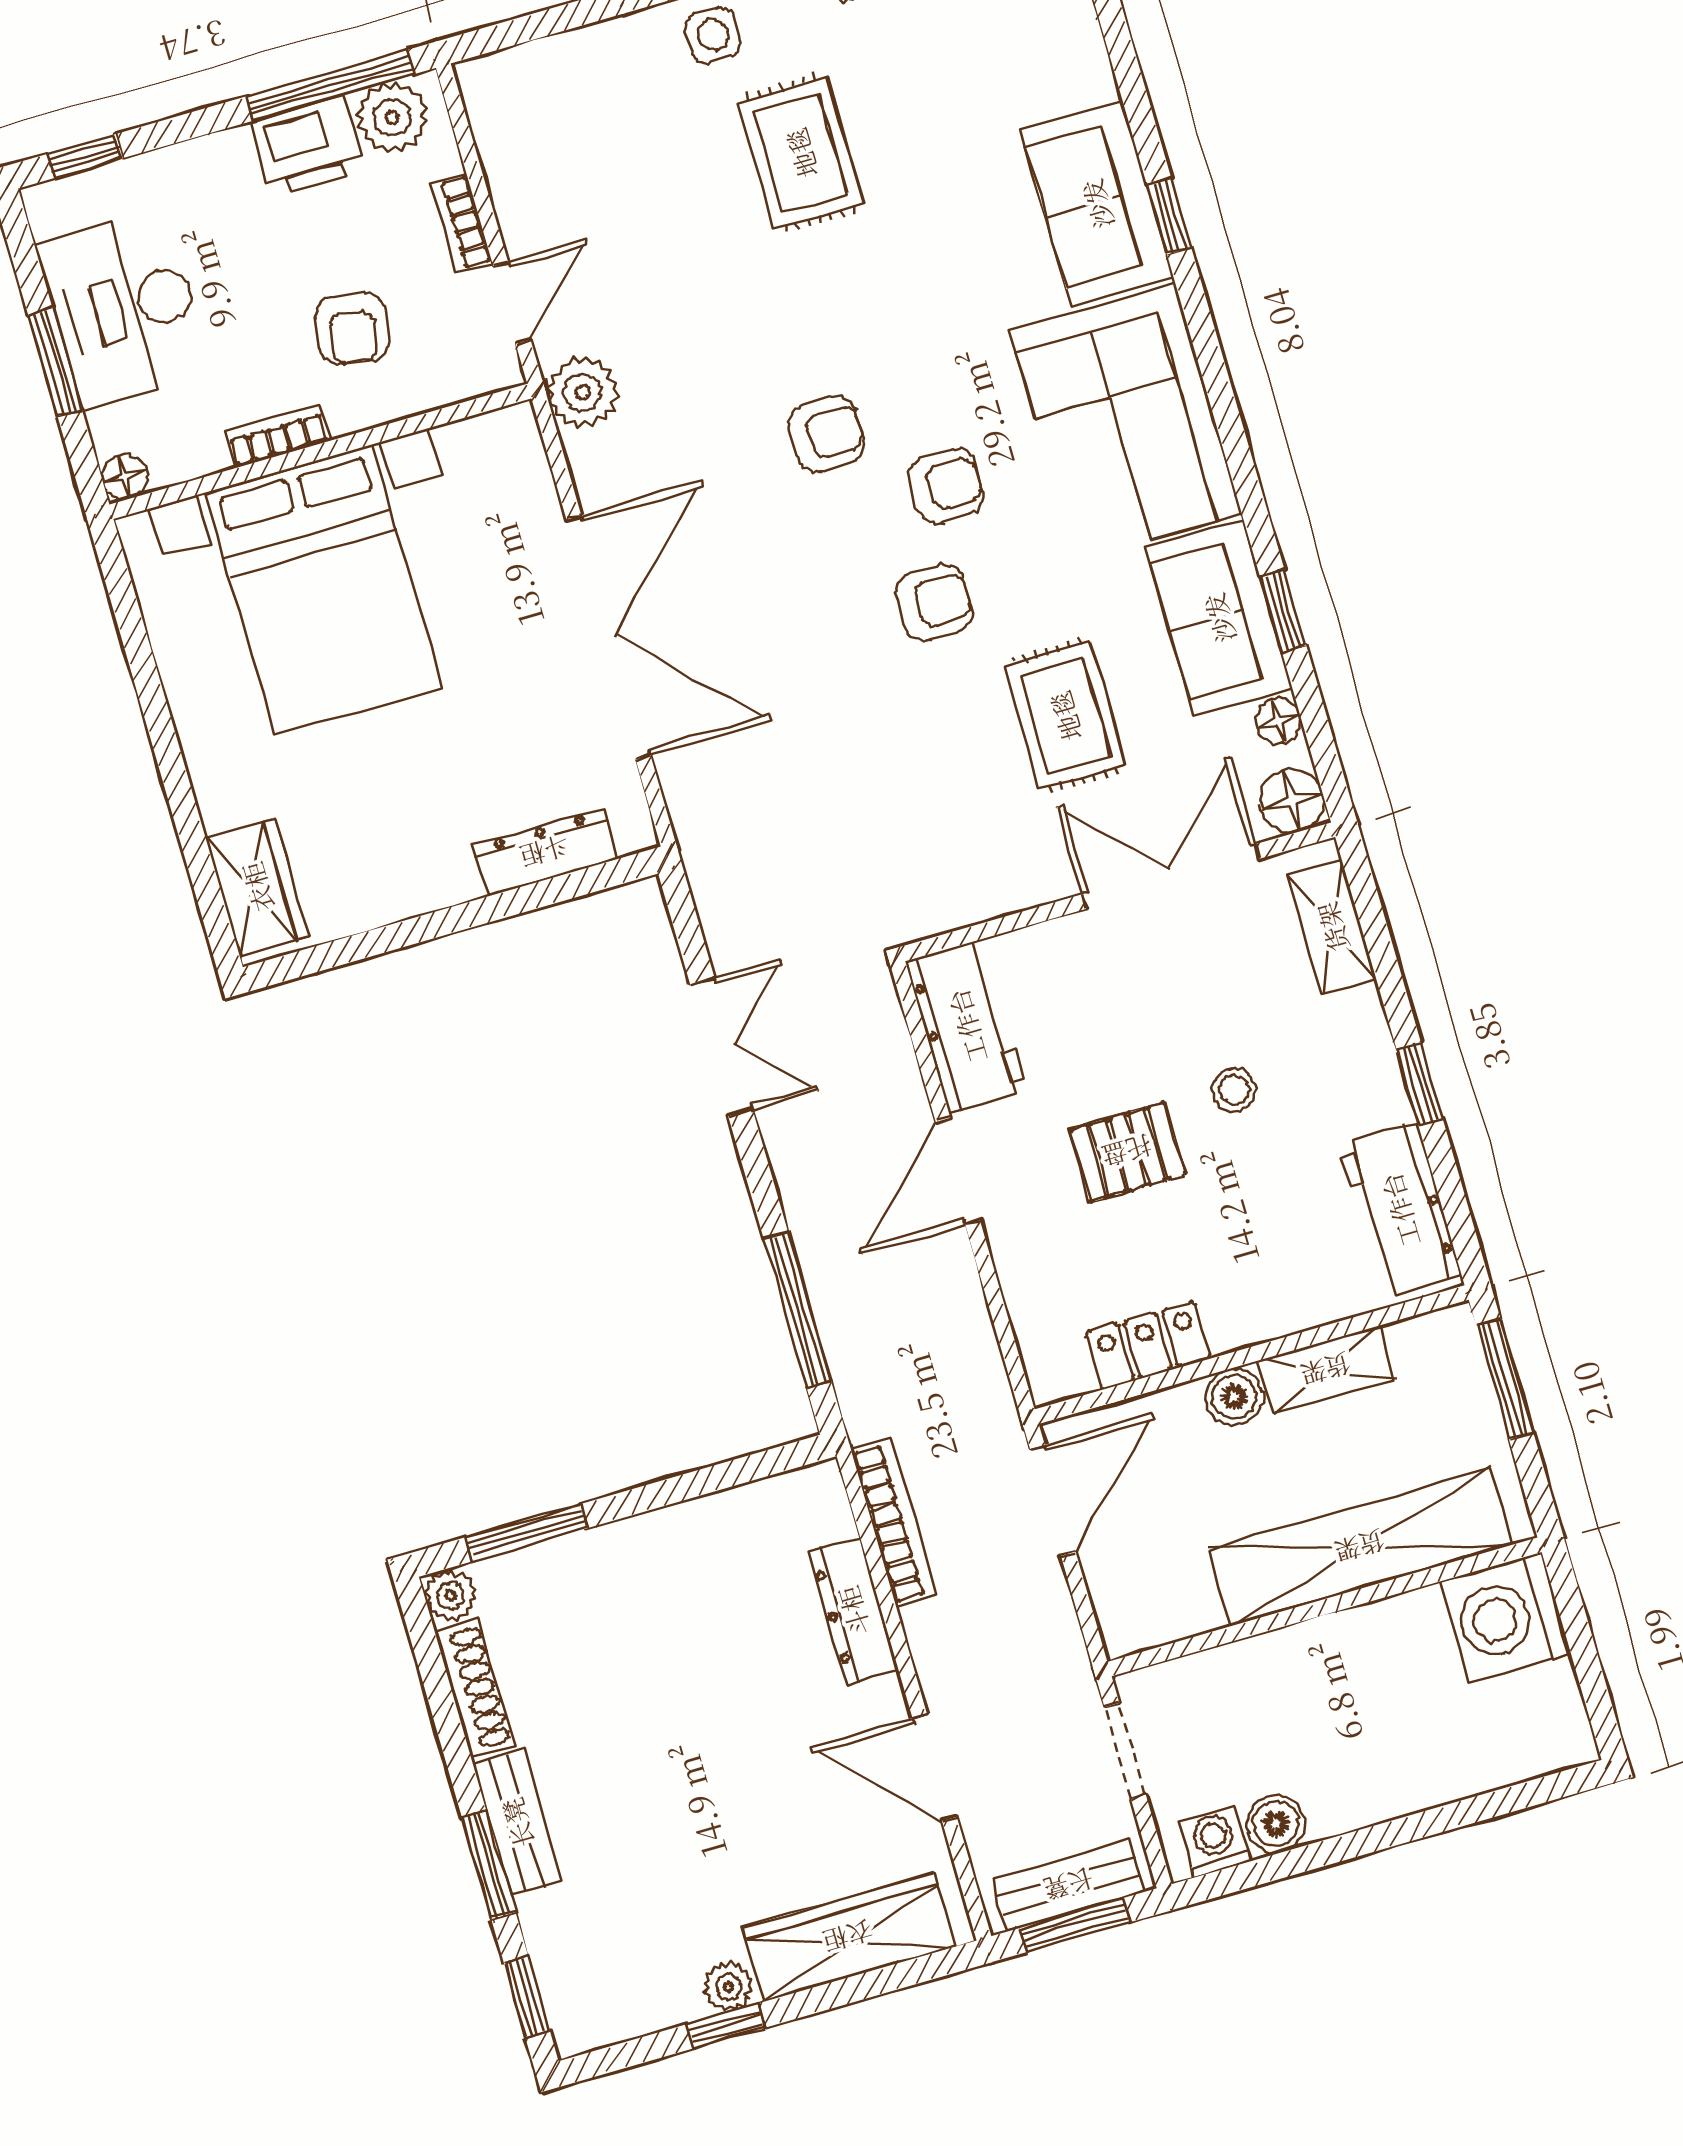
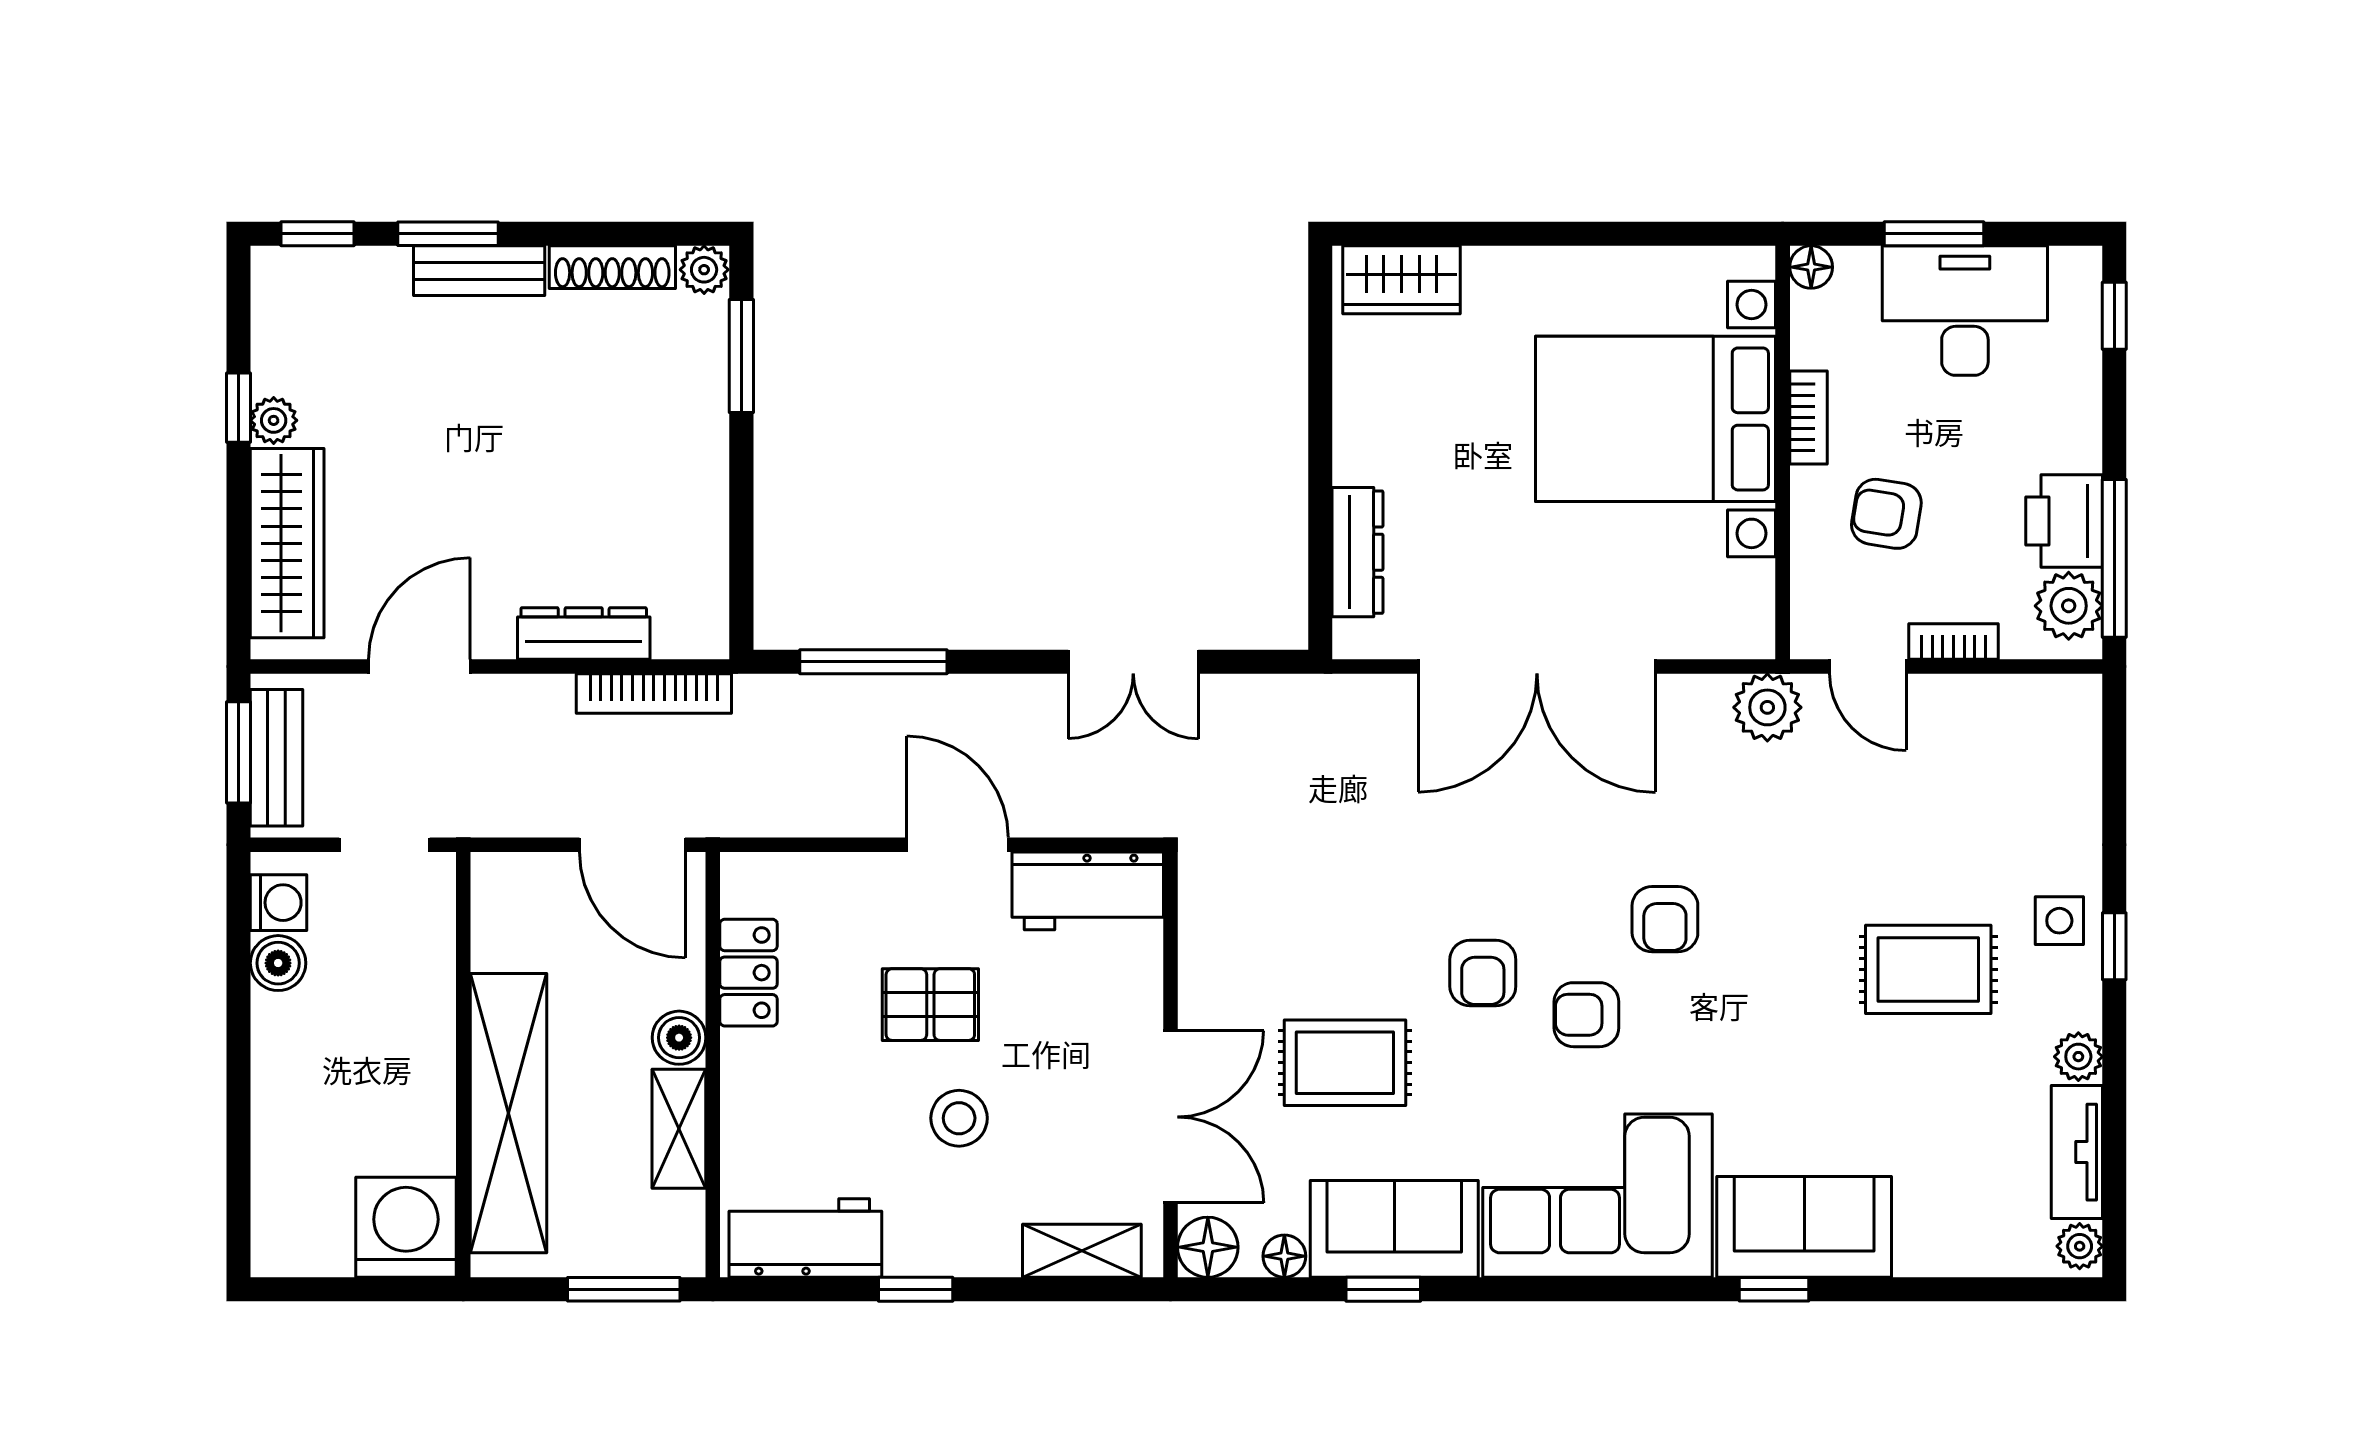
armchair: (946, 486) -> (1586, 1015), turned 90
stool: (1234, 1090) -> (959, 1118), width x1.37, depth x1.37
pallet: (1127, 1152) -> (930, 1005), turned 90

